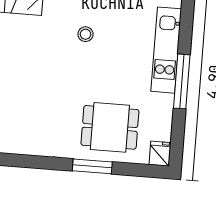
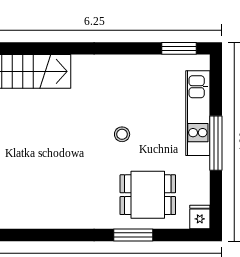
stool: (85, 34) -> (122, 134), moved

